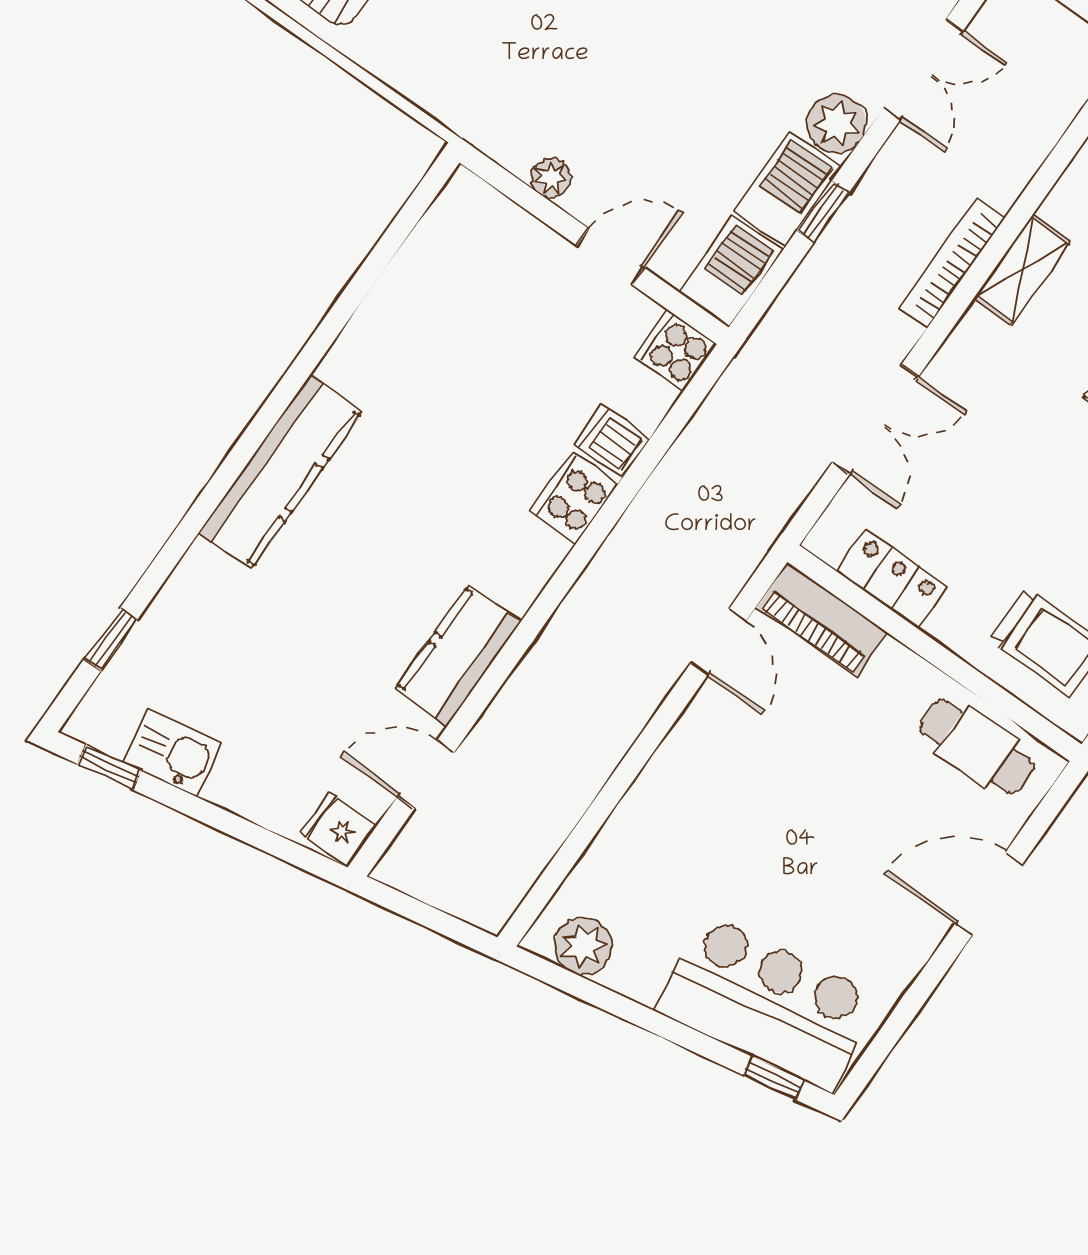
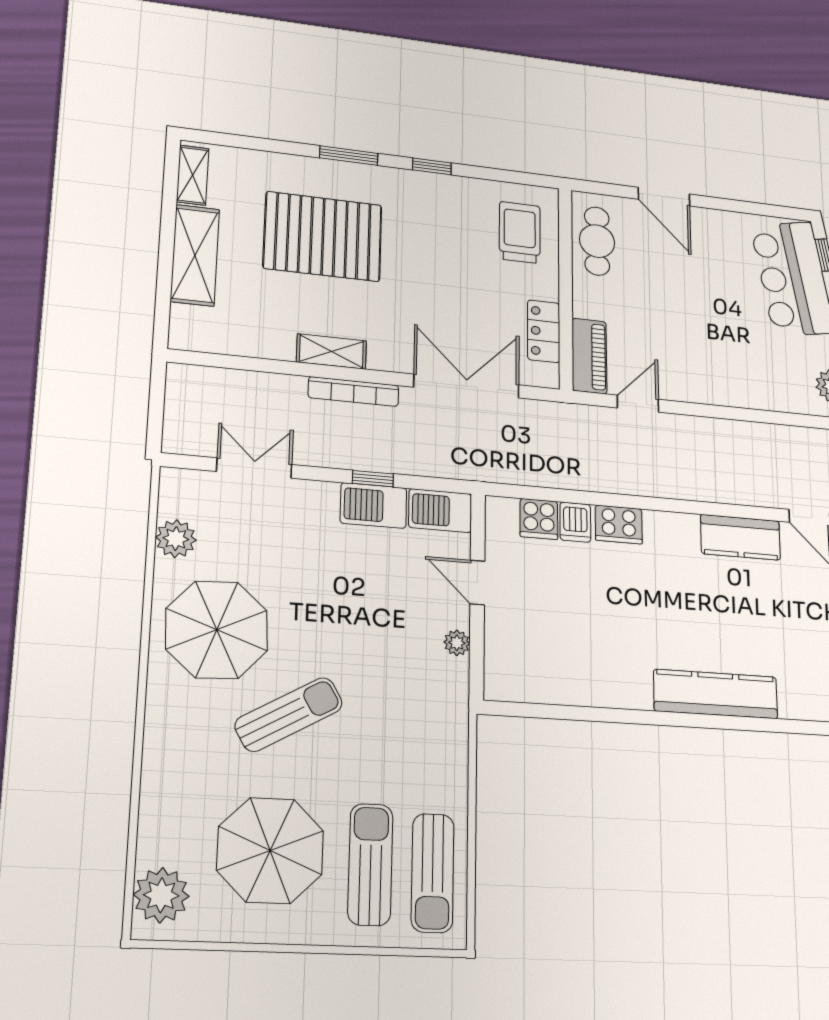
plant: (837, 124) -> (318, 499), removed
cooker: (675, 350) -> (539, 519), moved
double door: (875, 419) -> (467, 386), width x1.37

